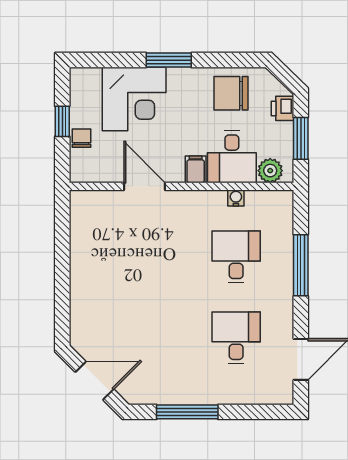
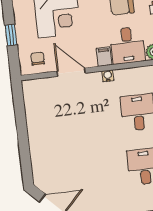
chair: (82, 138) -> (38, 59), moved
water cooler: (236, 198) -> (108, 76), moved

